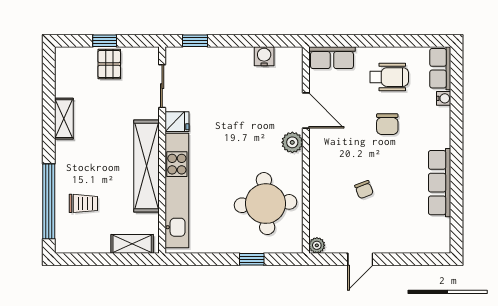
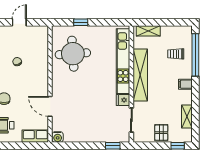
window: (105, 41) -> (178, 146), moved
water cooler: (264, 56) -> (58, 137), moved
shelving: (64, 119) -> (187, 116), moved
plant: (292, 142) -> (58, 88), removed
filing cabinet: (67, 150) -> (185, 84), added
plant: (317, 245) -> (44, 30), removed

